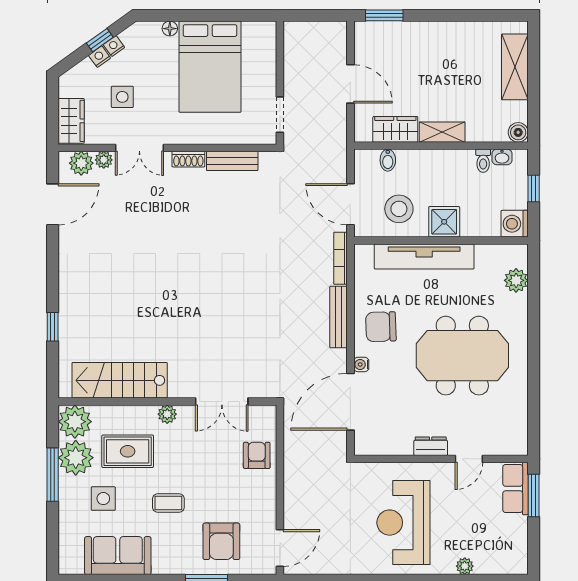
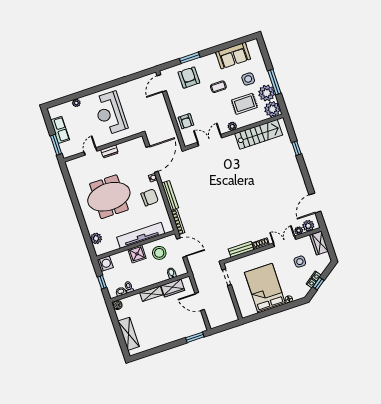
row of seats: (516, 489) -> (60, 130), moved
reception desk: (403, 523) -> (110, 113), turned 180

